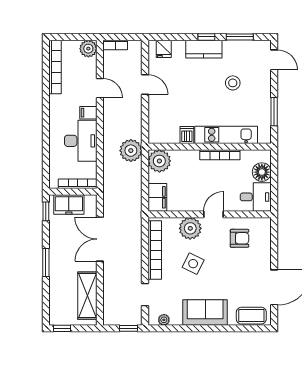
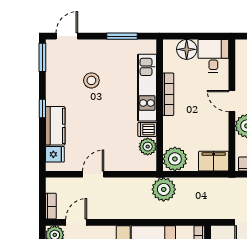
window: (240, 37) -> (42, 57), moved
kitchen counter: (204, 49) -> (55, 126), moved
door: (100, 88) -> (76, 222), moved
plant: (171, 136) -> (148, 147), added

